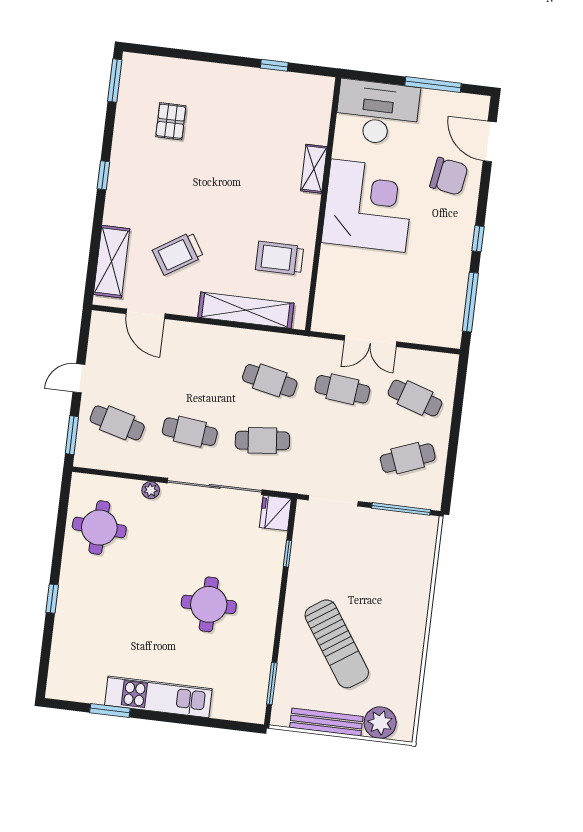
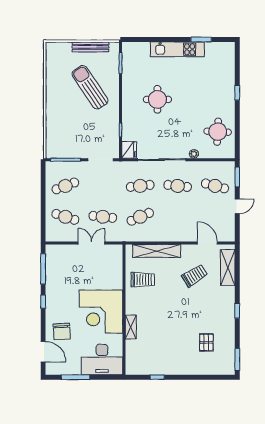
chair: (449, 176) -> (62, 332), turned -102
cafe table: (270, 380) -> (140, 217), turned -36
plant: (380, 723) -> (63, 50), removed

